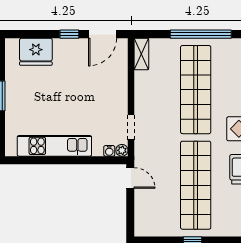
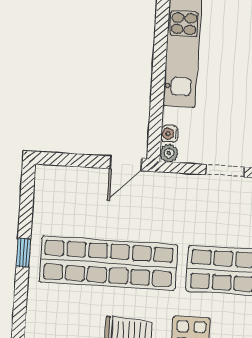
doorway: (131, 127) -> (225, 171), moved

